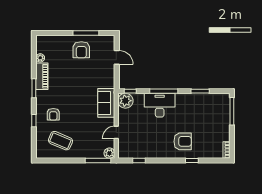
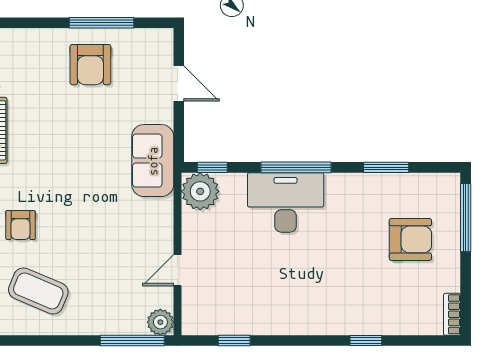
sofa: (106, 103) -> (153, 161), moved
armchair: (183, 141) -> (410, 239), moved

